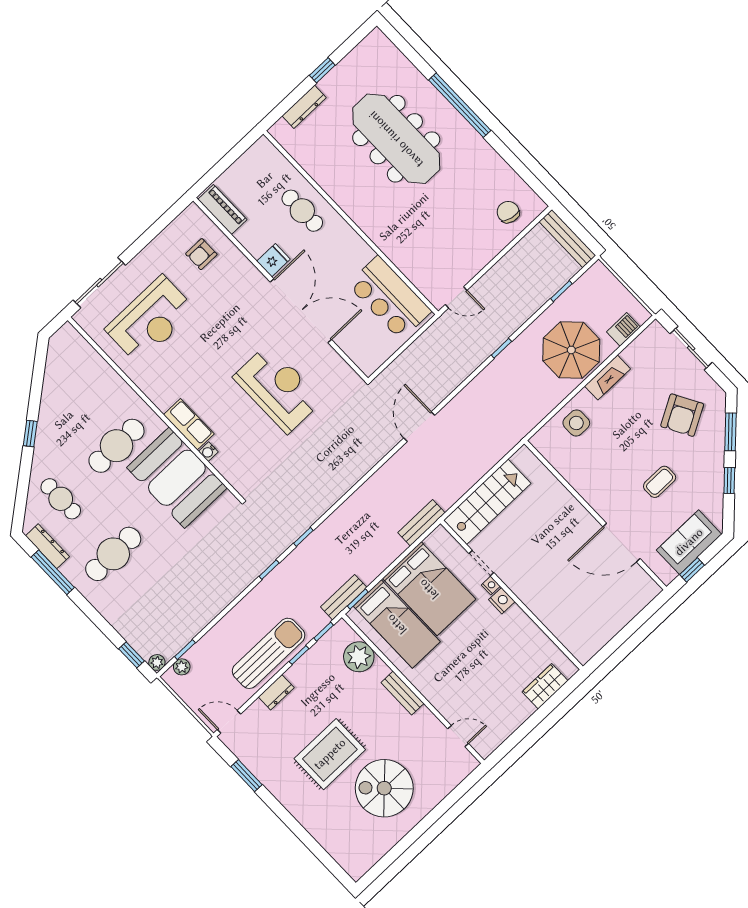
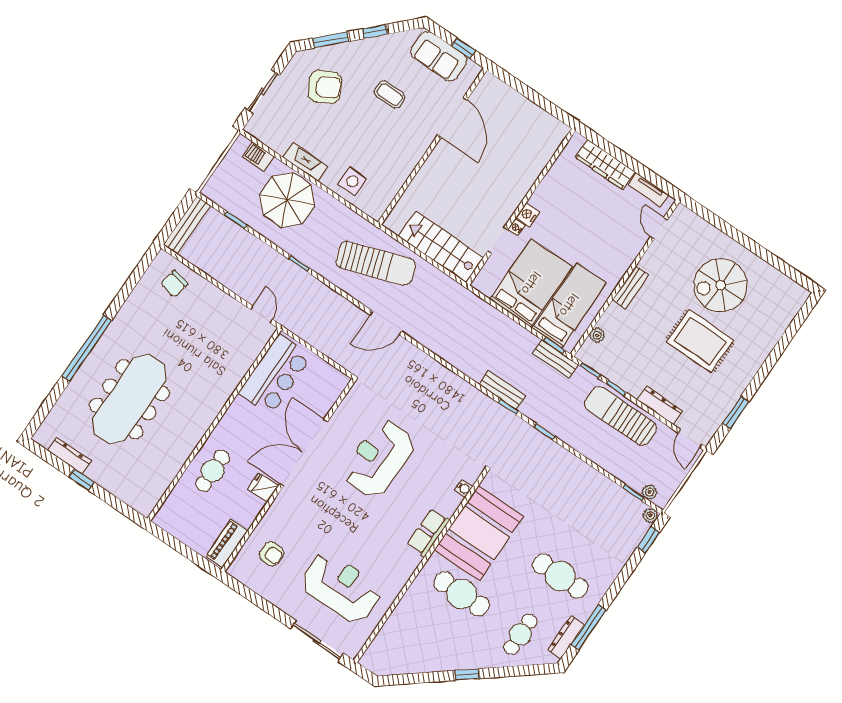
dresser: (304, 107) -> (69, 456), moved
sun lounger: (485, 429) -> (376, 263), added
water cooler: (208, 452) -> (464, 488), moved
bench: (422, 523) -> (502, 390), moved
plant: (359, 657) -> (597, 335), width x0.53, depth x0.53
wardrobe: (545, 686) -> (605, 164), width x1.50
dresser: (276, 692) -> (660, 405), width x1.44
tv unit: (501, 733) -> (648, 190), added
spiral stairs: (384, 788) -> (721, 285), turned 90

